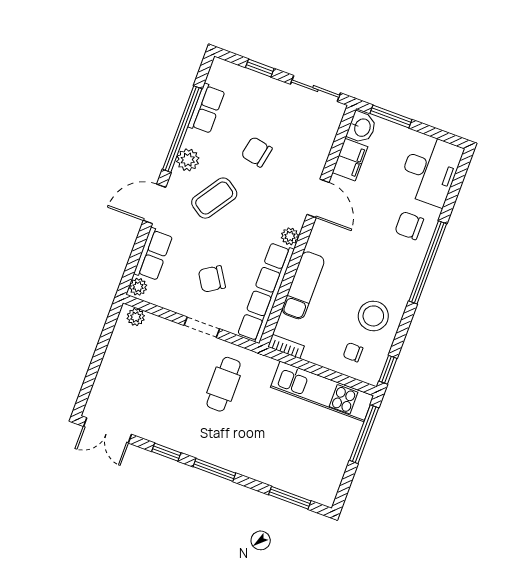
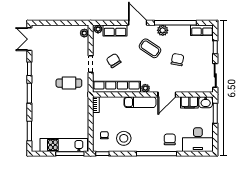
row of seats: (207, 109) -> (202, 30), moved
exam couch: (303, 285) -> (140, 102), moved
kitchen unit: (322, 391) -> (64, 145), moved, turned 90

